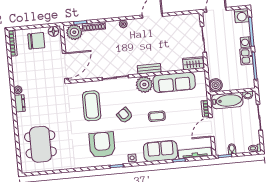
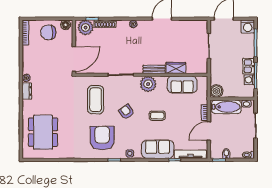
chair: (36, 41) -> (48, 32), turned 180
washing machine: (246, 42) -> (249, 80), moved
wardrobe: (193, 63) -> (176, 68), moved
sofa: (174, 82) -> (182, 85), width x0.73

